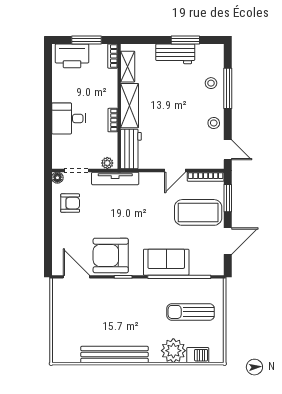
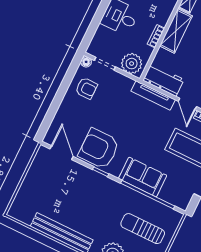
workbench: (131, 149) -> (163, 80), moved, turned -90
plant: (107, 163) -> (132, 64), width x1.88, depth x1.88
door: (175, 171) -> (187, 104), hinge flipped
tv unit: (115, 178) -> (153, 95), moved

